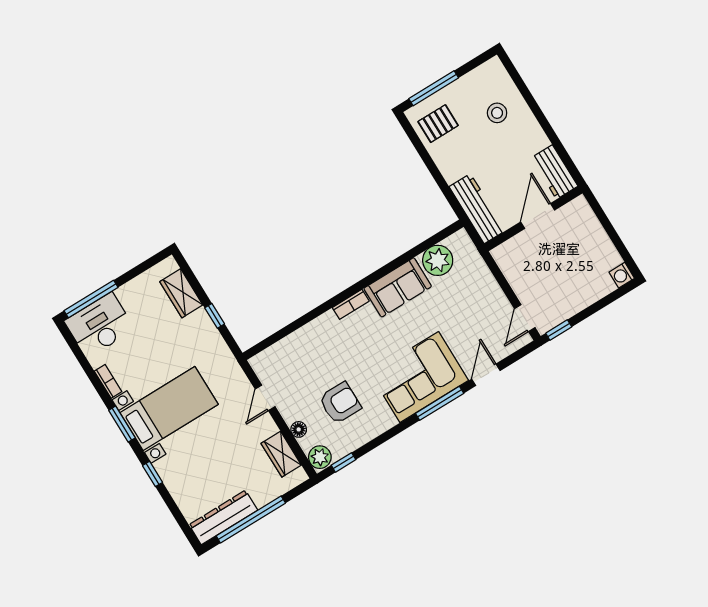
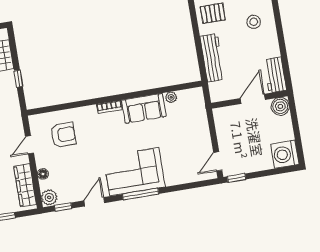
workbench: (477, 209) -> (212, 58), moved
boiler: (578, 211) -> (280, 106), added
plant: (438, 260) -> (171, 97), width x0.53, depth x0.53
washing machine: (622, 275) -> (285, 154), width x1.89, depth x1.89
door: (486, 375) -> (94, 202), moved
armchair: (340, 403) -> (63, 135), moved
wardrobe: (281, 454) -> (25, 185), width x1.50

